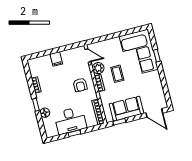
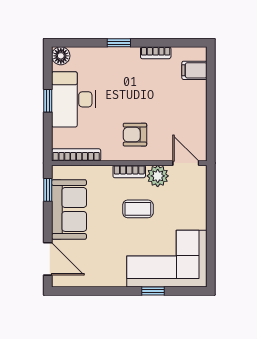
door: (88, 56) -> (186, 163), swing flipped
filing cabinet: (56, 59) -> (194, 70), moved
floor lamp: (45, 113) -> (61, 56), moved
door: (154, 113) -> (48, 259), swing flipped

